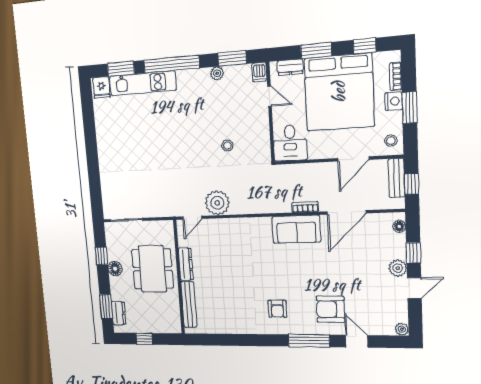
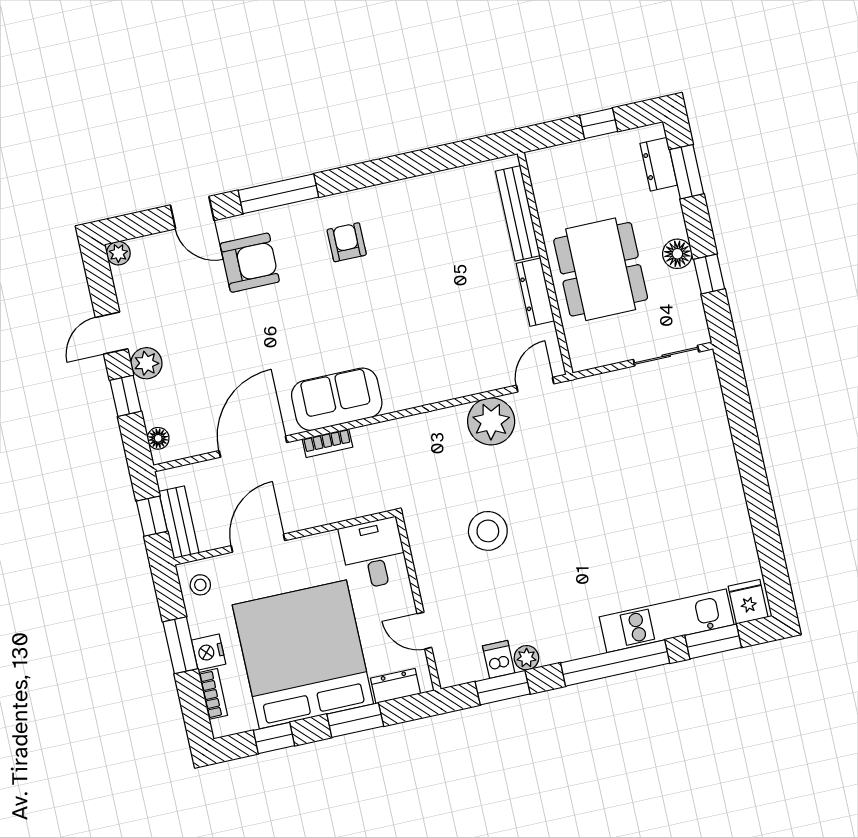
dishwasher: (259, 72) -> (499, 659), moved
stool: (227, 145) -> (488, 531), width x1.89, depth x1.89

